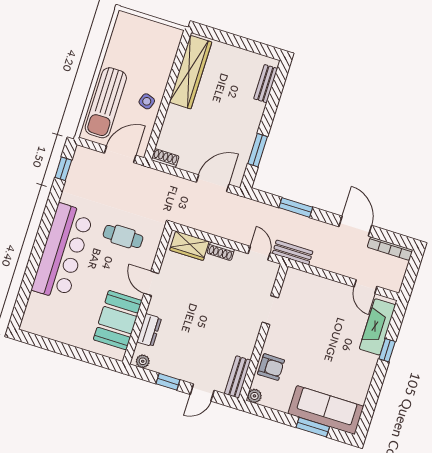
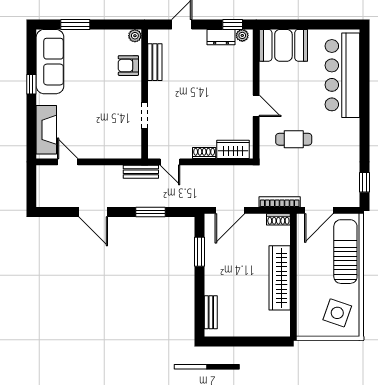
wardrobe: (191, 72) -> (280, 278), moved
side table: (147, 101) -> (337, 313), moved, width x1.87, depth x1.87
bookcase: (390, 249) -> (280, 202), moved
bar counter: (63, 252) -> (342, 75), moved
booth: (118, 320) -> (283, 45), moved, turned 90
dresser: (149, 330) -> (221, 37), moved, turned -90
window: (387, 350) -> (31, 84), moved
bench: (238, 377) -> (155, 62), moved
window: (168, 382) -> (233, 24), moved
sofa: (326, 410) -> (50, 62), moved, turned -90

